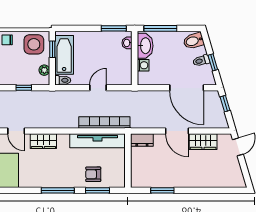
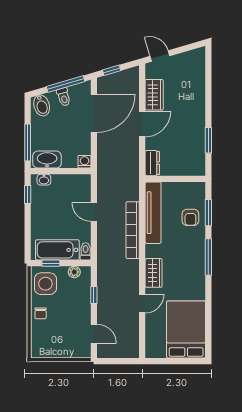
window: (114, 28) -> (28, 194), width x0.67
window: (213, 62) -> (66, 84), width x2.17
washing machine: (143, 65) -> (84, 162), moved
bookcase: (104, 122) -> (133, 230), moved

